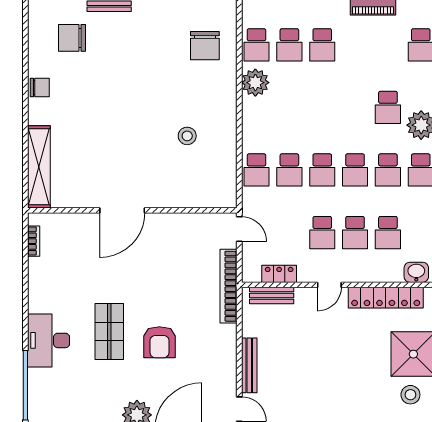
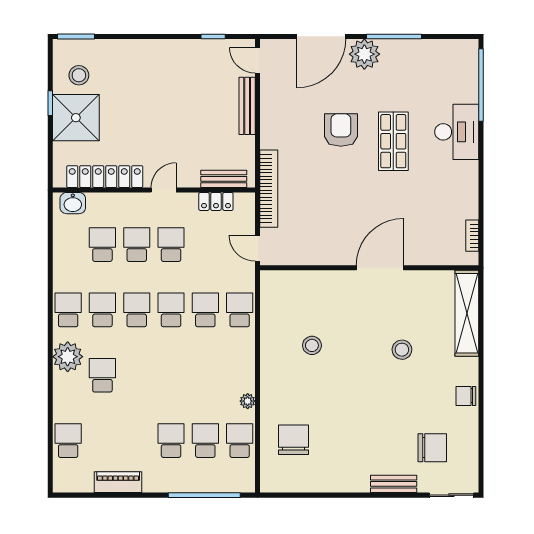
plant: (255, 83) -> (248, 401), width x0.53, depth x0.53
stool: (101, 132) -> (402, 350), added

